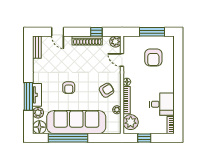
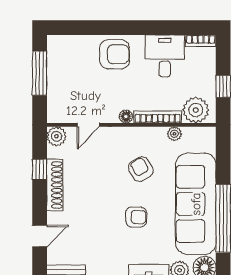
armchair: (153, 57) -> (115, 54), moved
armchair: (107, 90) -> (141, 169), moved

